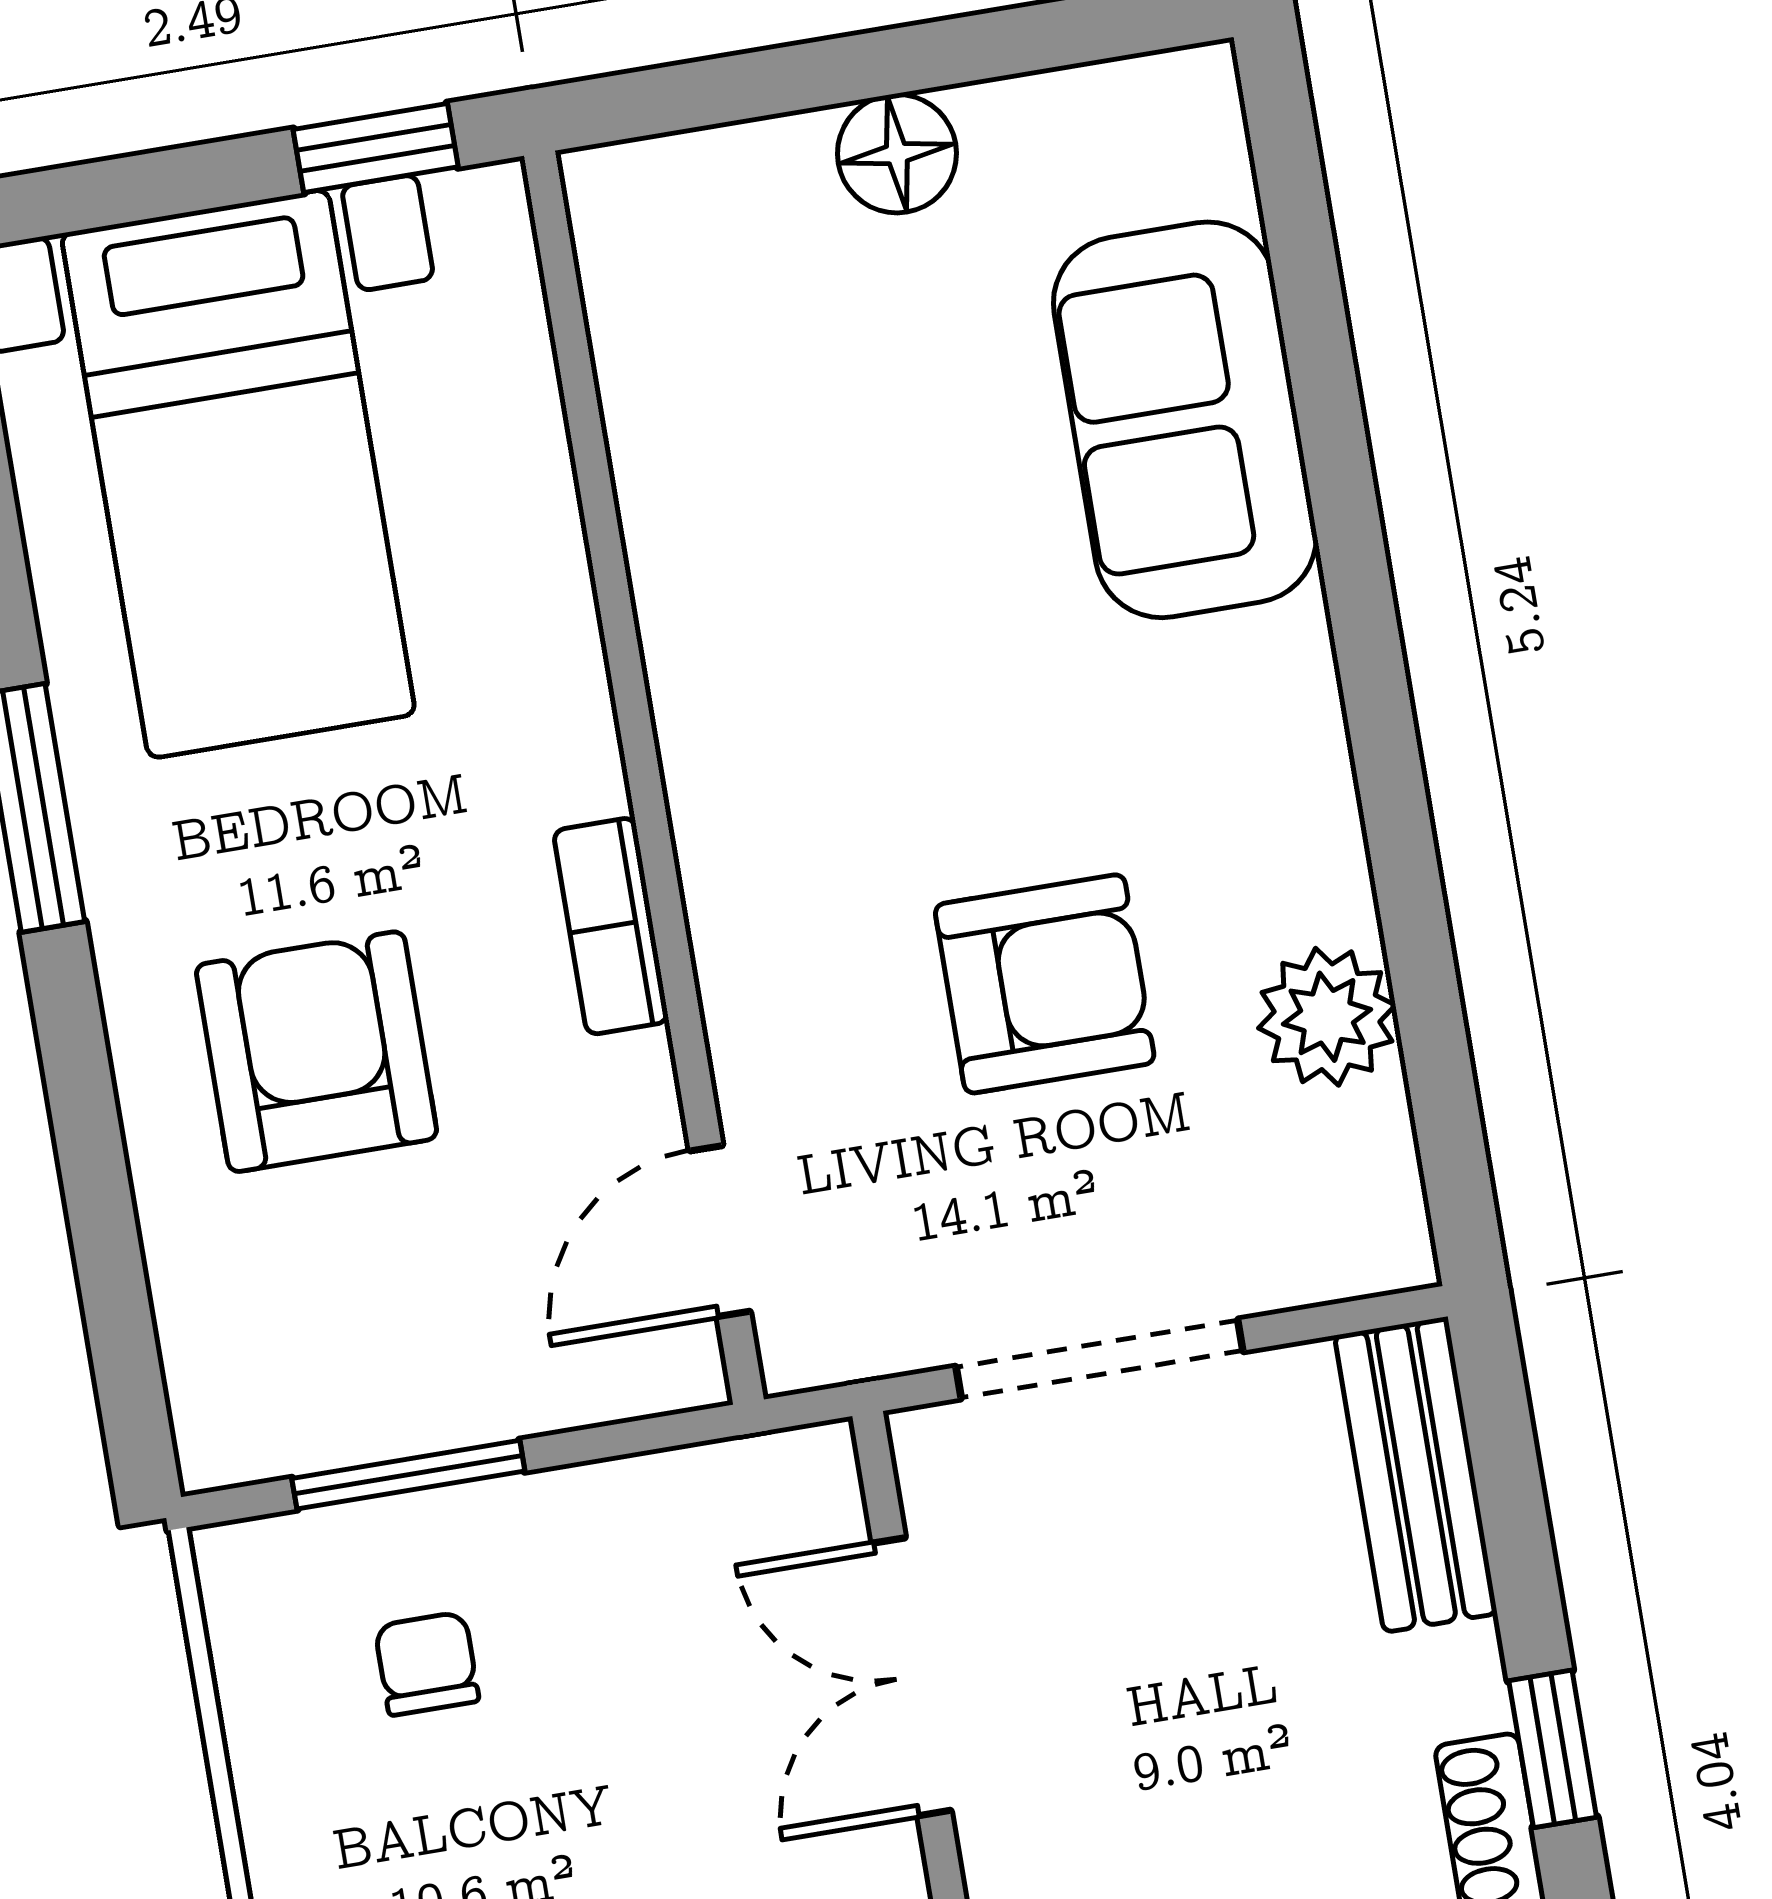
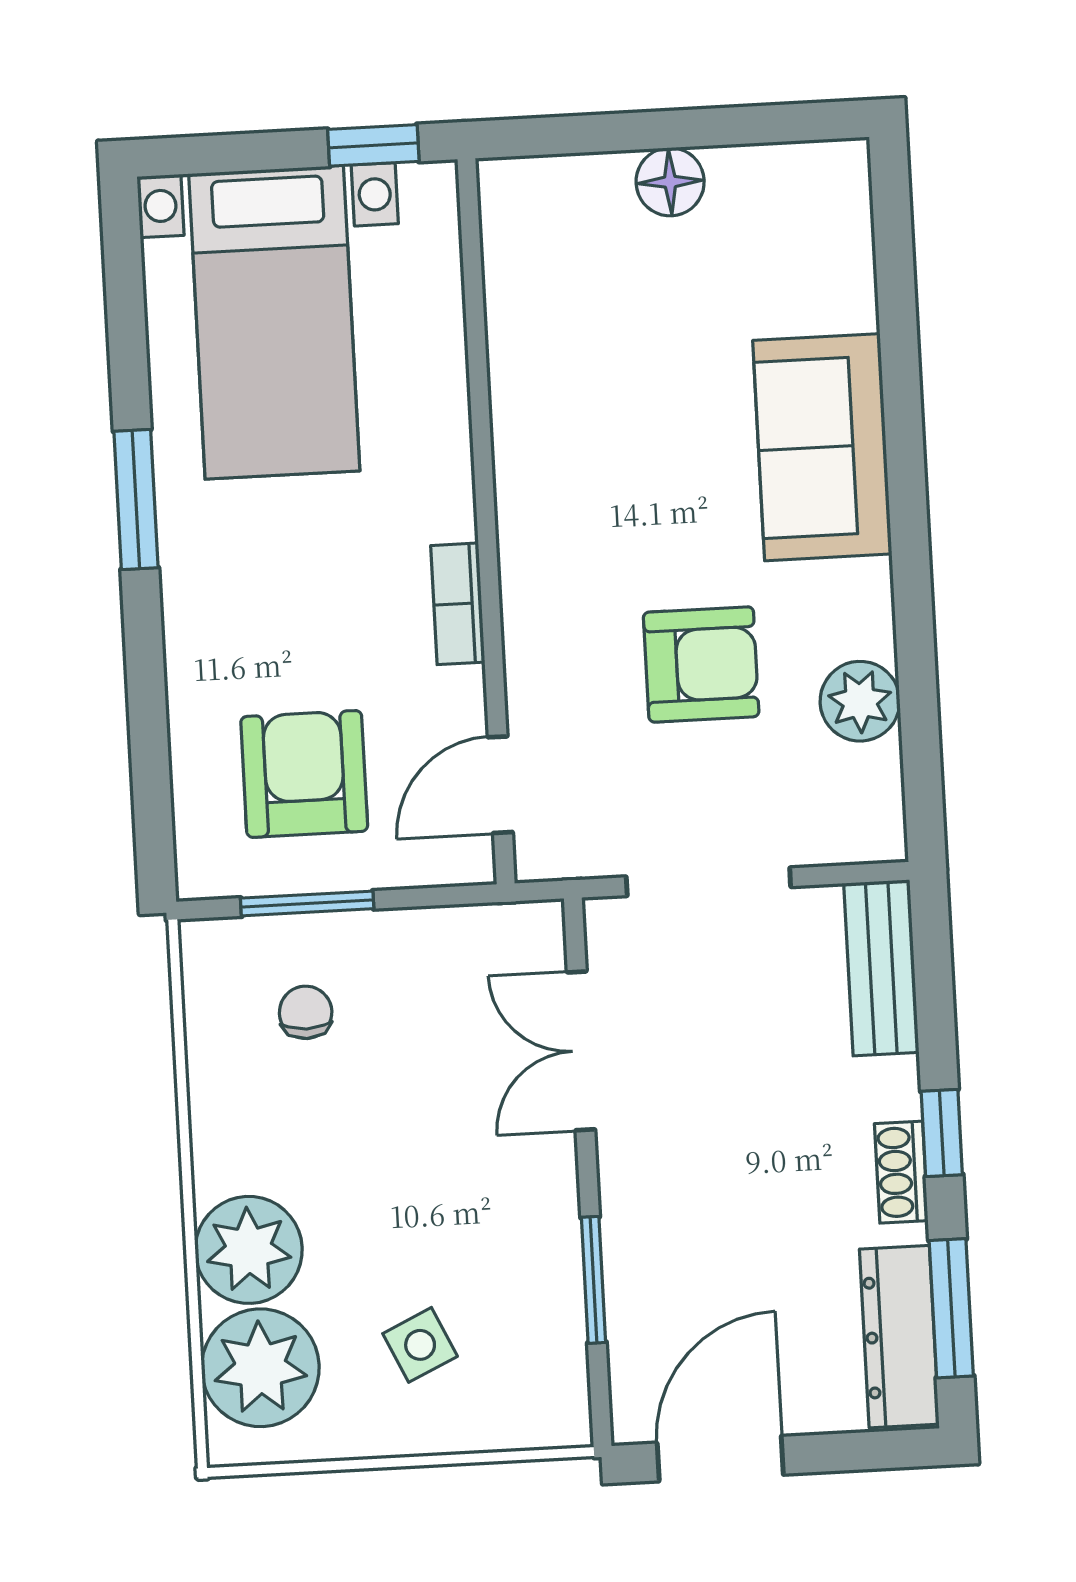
sofa: (1185, 420) -> (822, 447), moved
armchair: (317, 1052) -> (304, 774), moved

